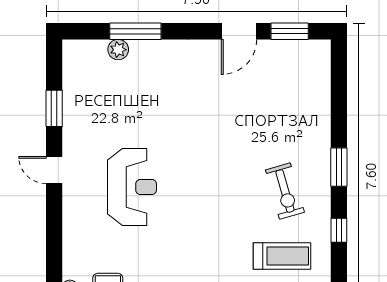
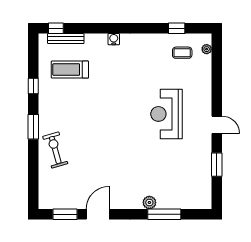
plant: (118, 50) -> (149, 203), moved
exercise bike: (285, 191) -> (55, 150), moved

